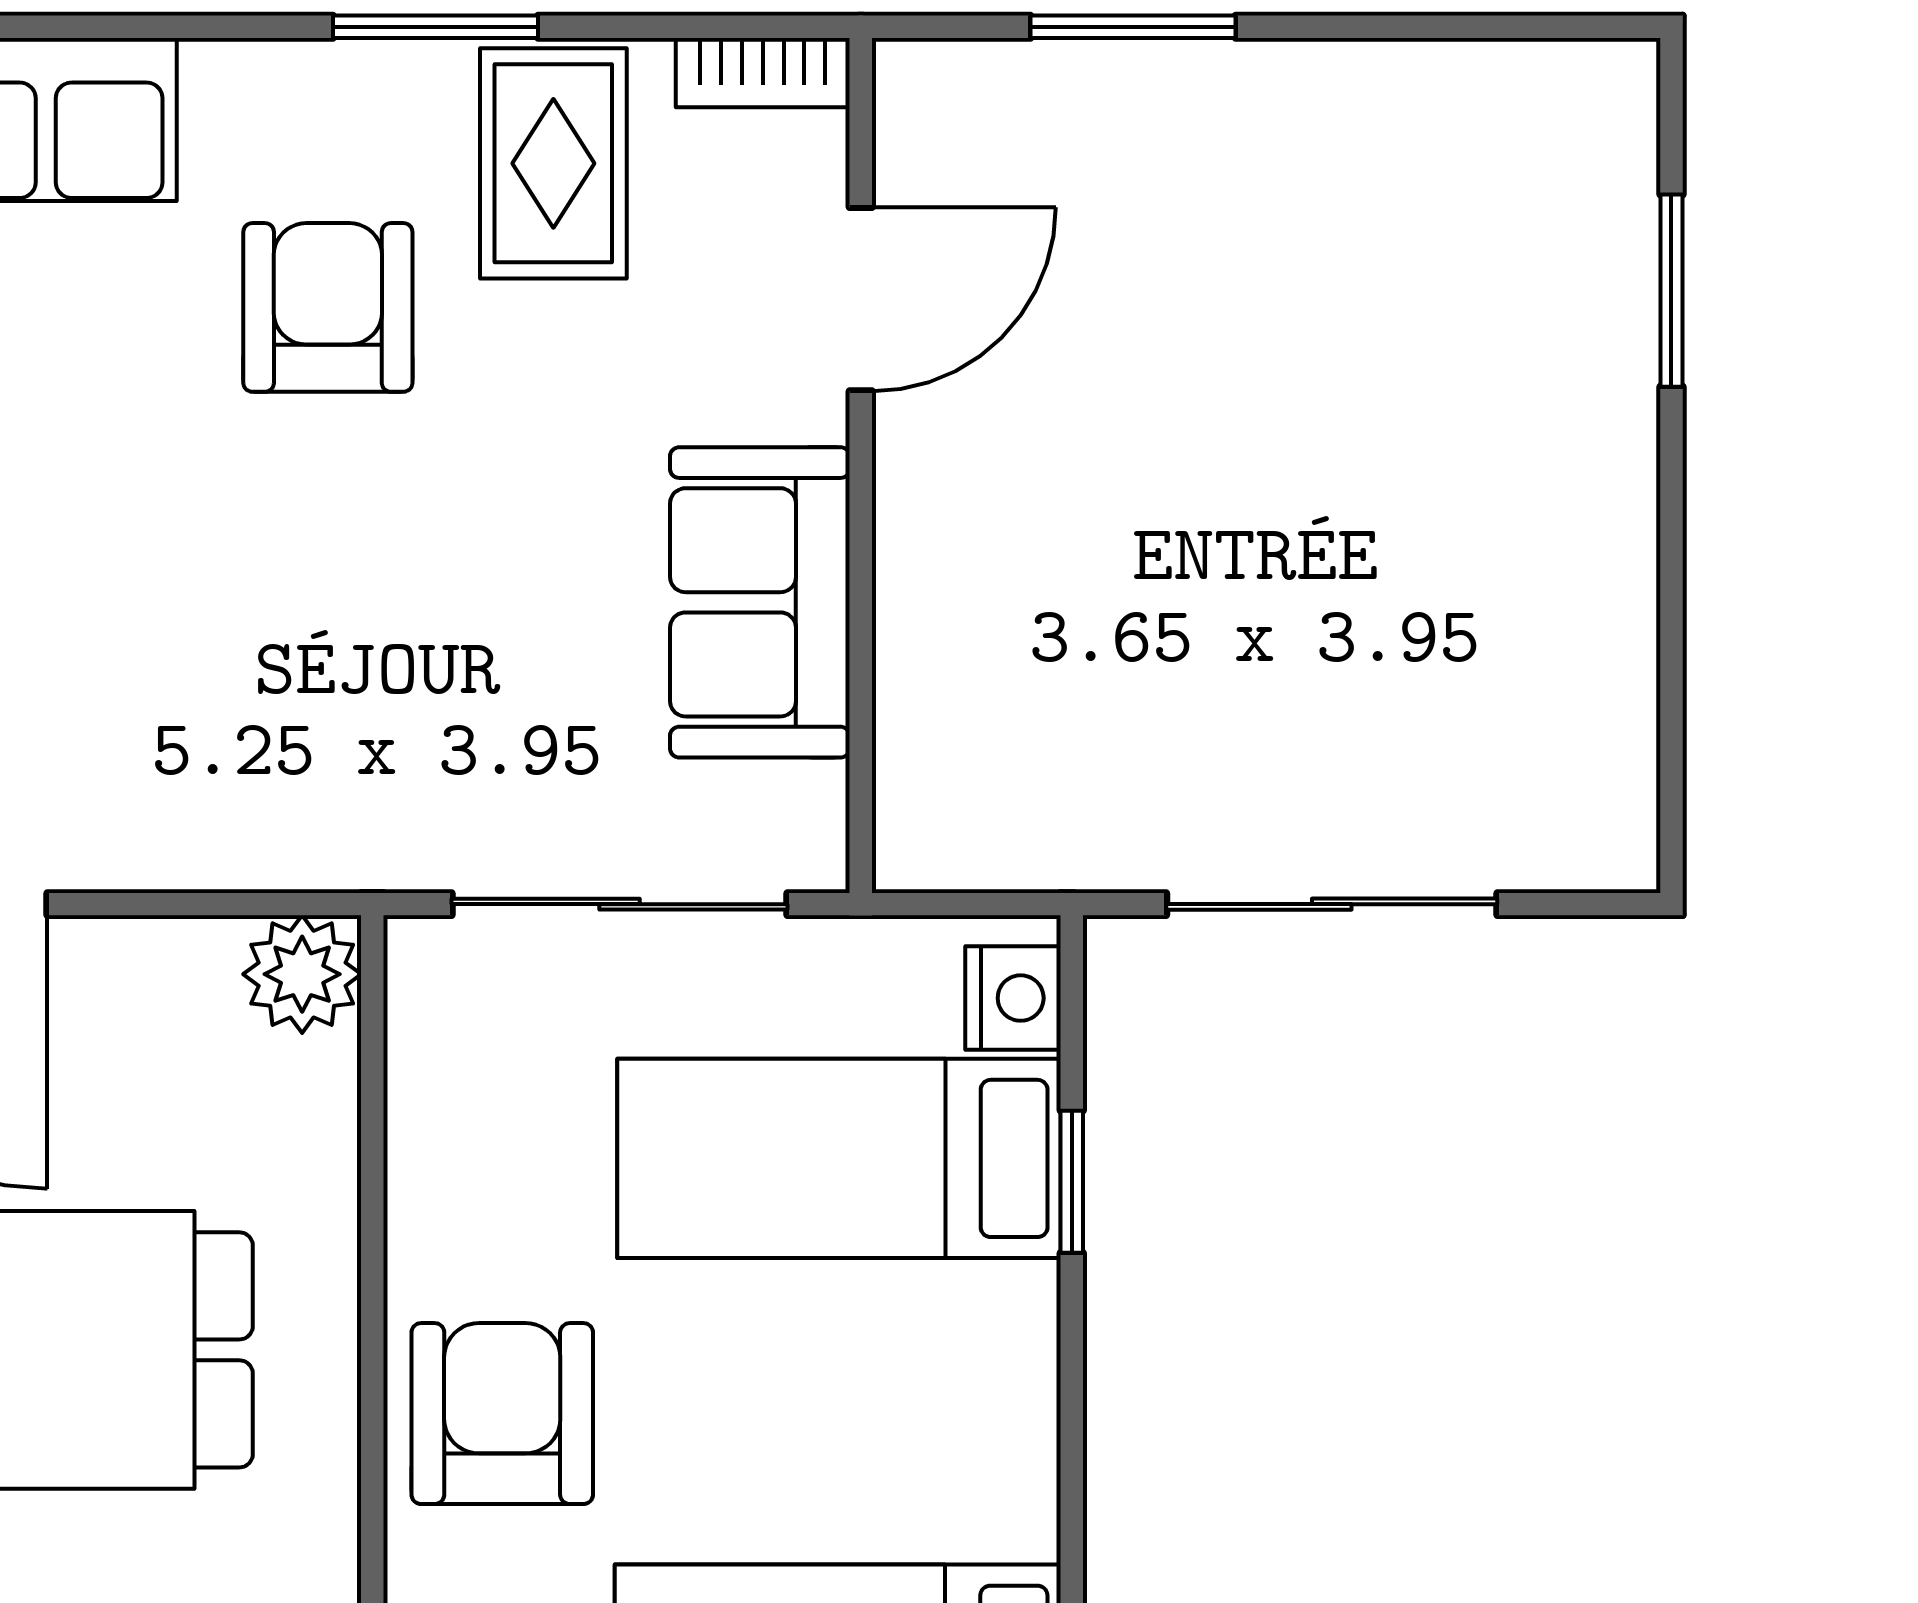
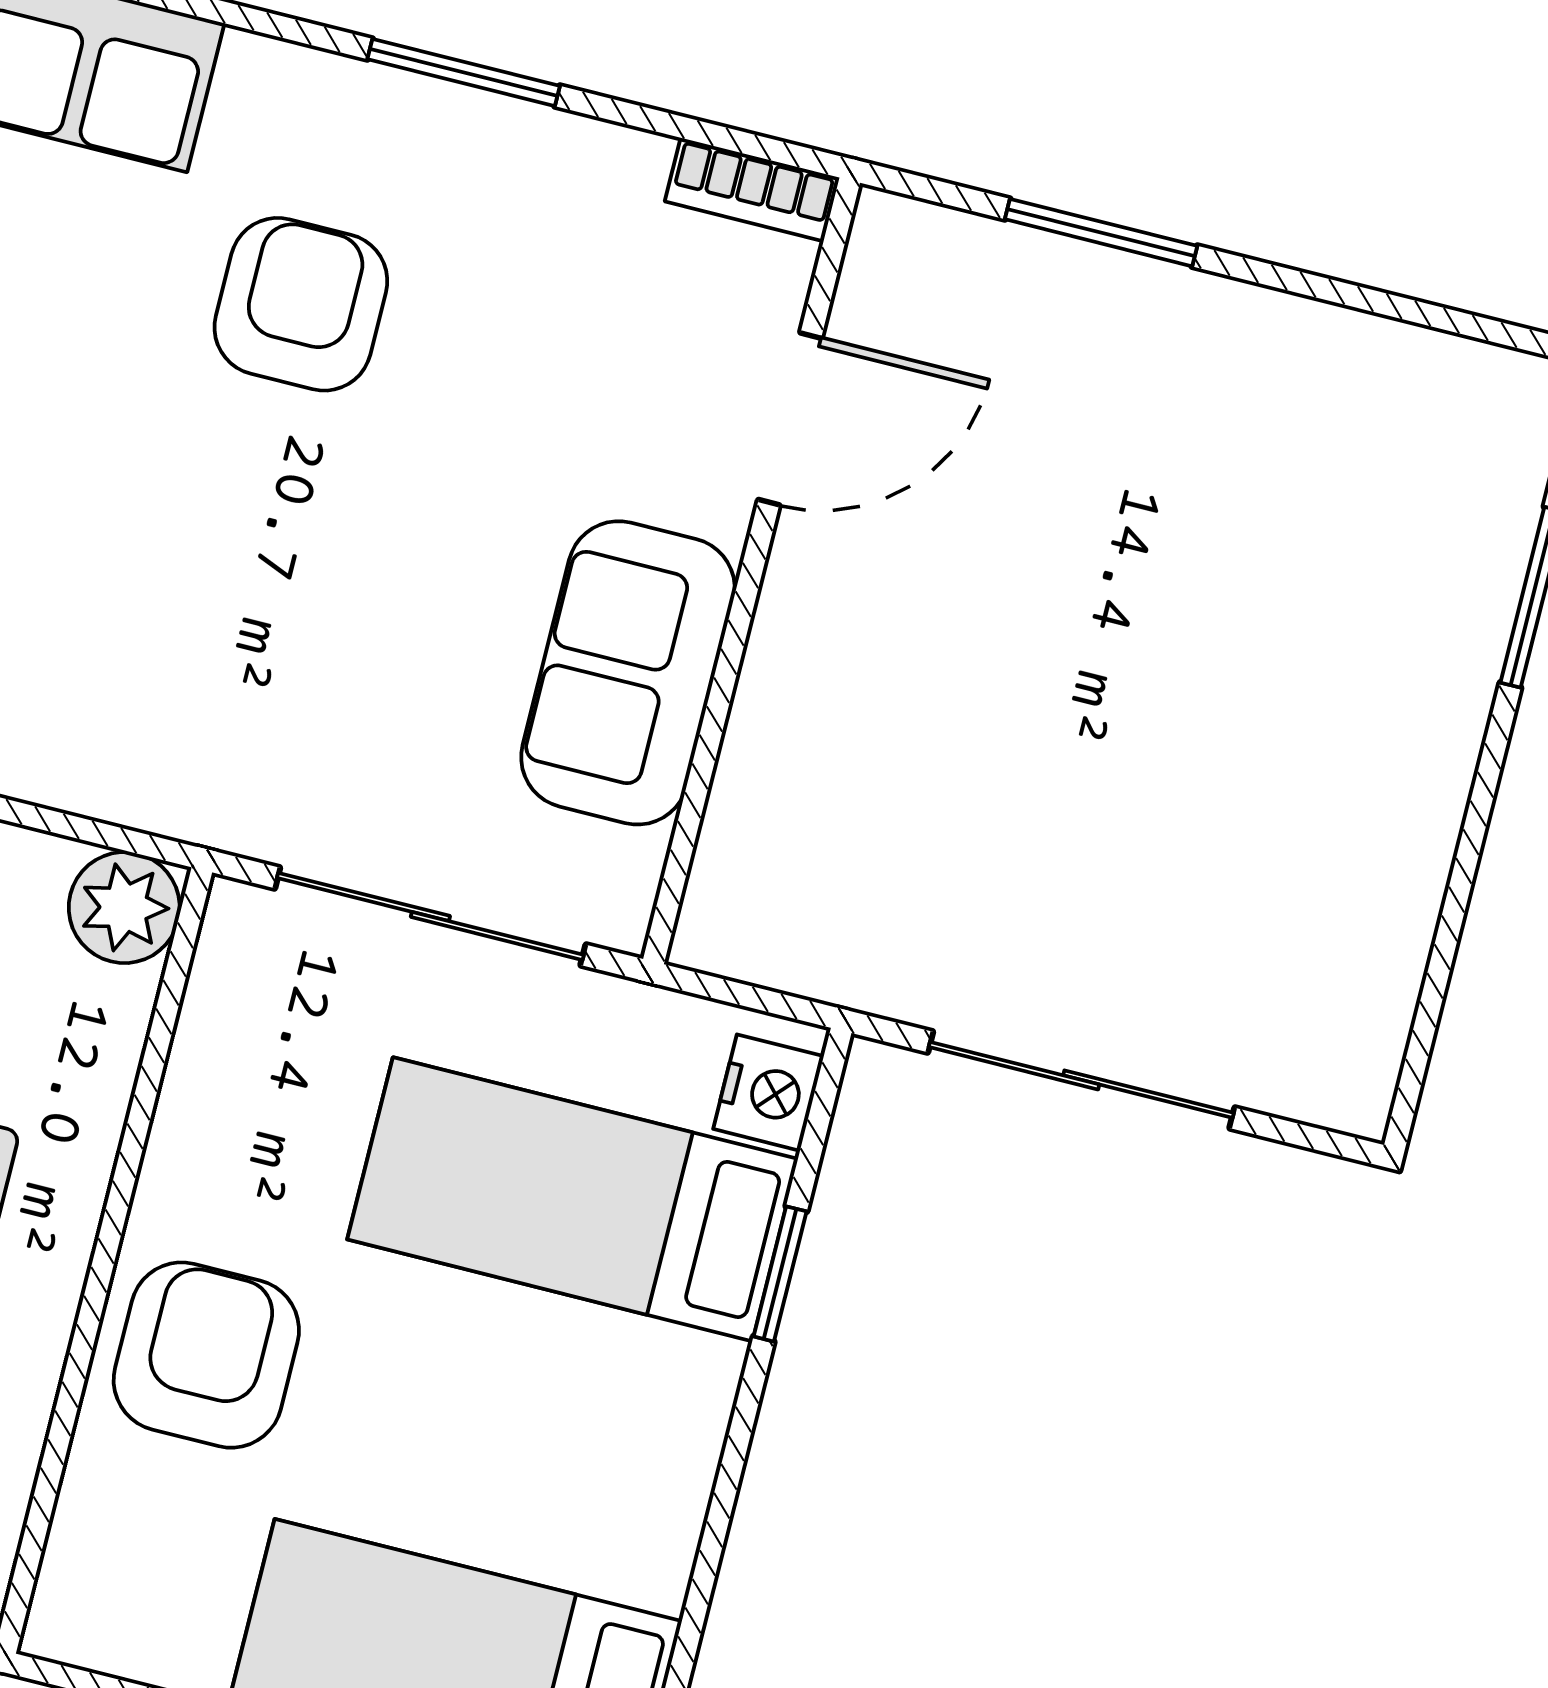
rug: (553, 163) -> (540, 224), removed

